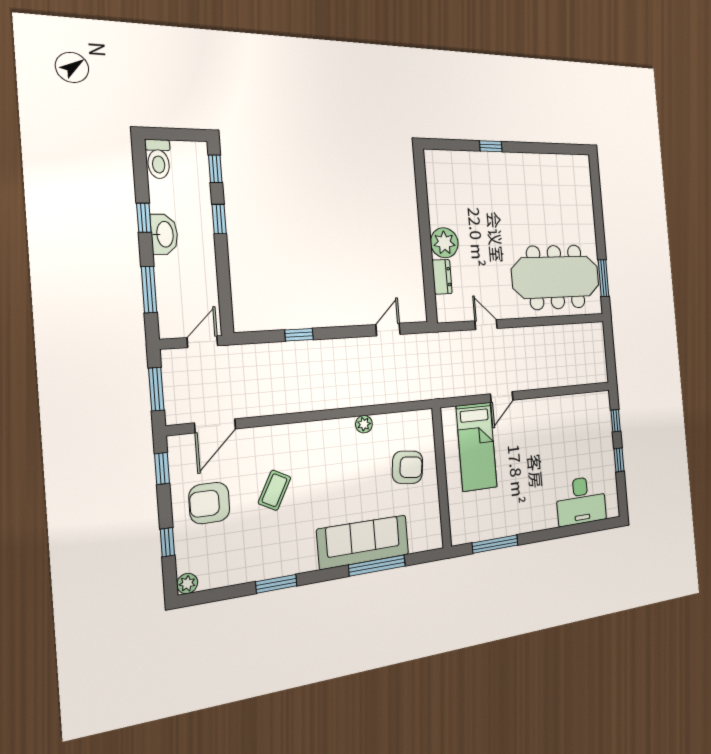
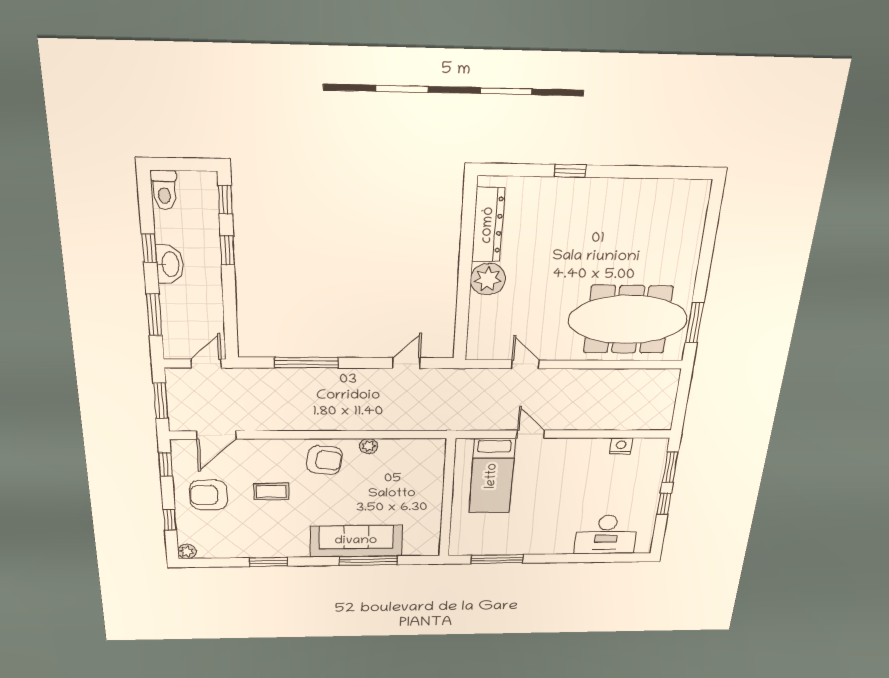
dresser: (442, 277) -> (488, 225), moved, width x1.96, depth x1.24
window: (299, 335) -> (306, 363), width x2.17
door: (502, 397) -> (531, 434), swing flipped
nightstand: (575, 402) -> (621, 446), added
window: (616, 421) -> (670, 467), width x1.50
armchair: (407, 467) -> (324, 460), moved
coffee table: (275, 490) -> (271, 492), turned 62

